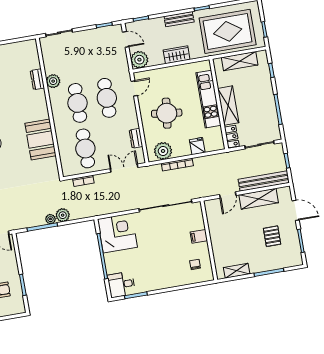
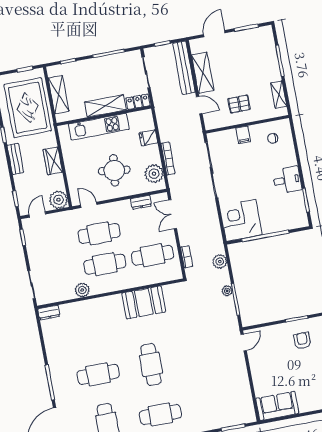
dresser: (37, 79) -> (49, 313), moved
plant: (63, 215) -> (220, 262), moved
pallet: (272, 236) -> (239, 104), moved
desk: (121, 284) -> (287, 180), moved, turned -90

